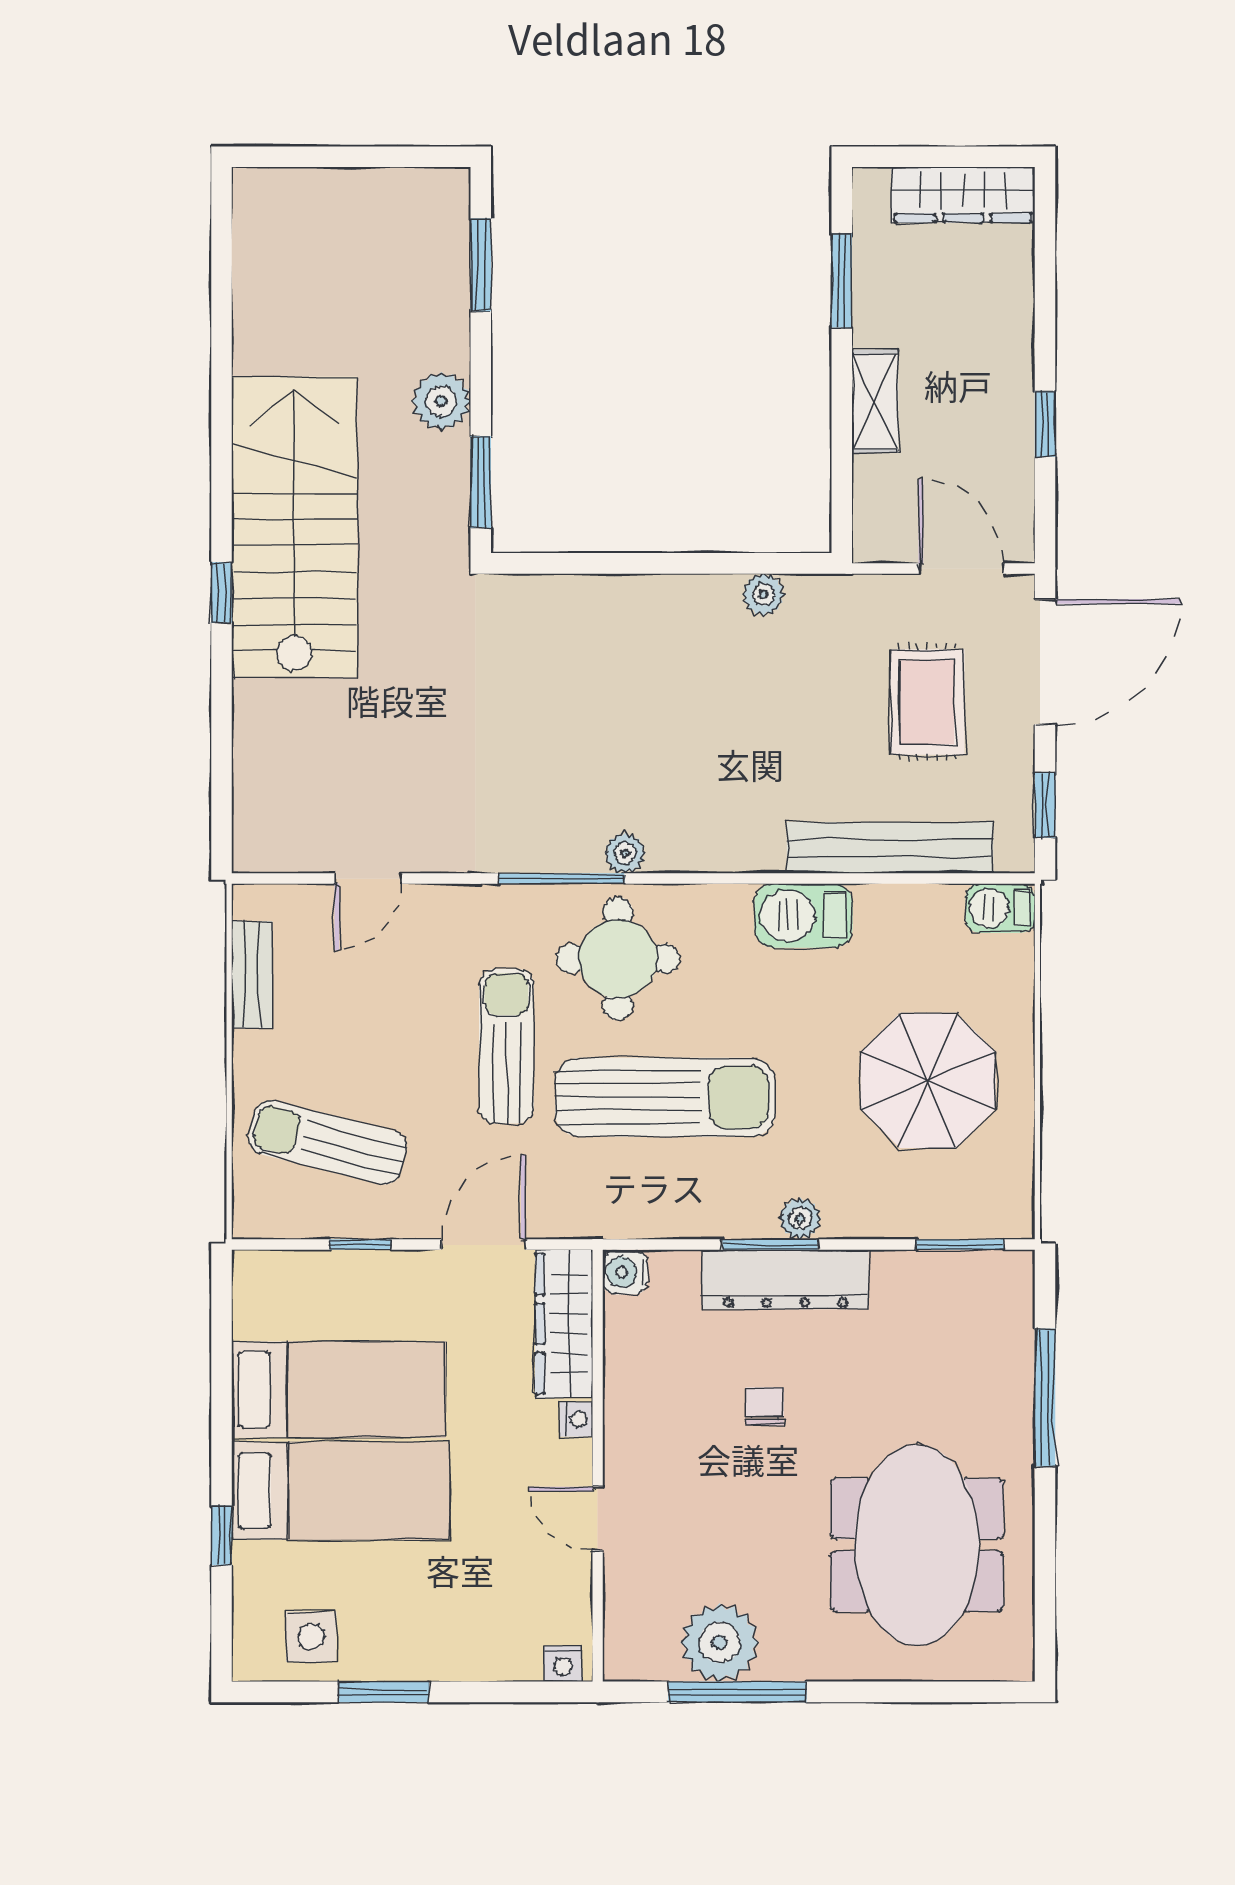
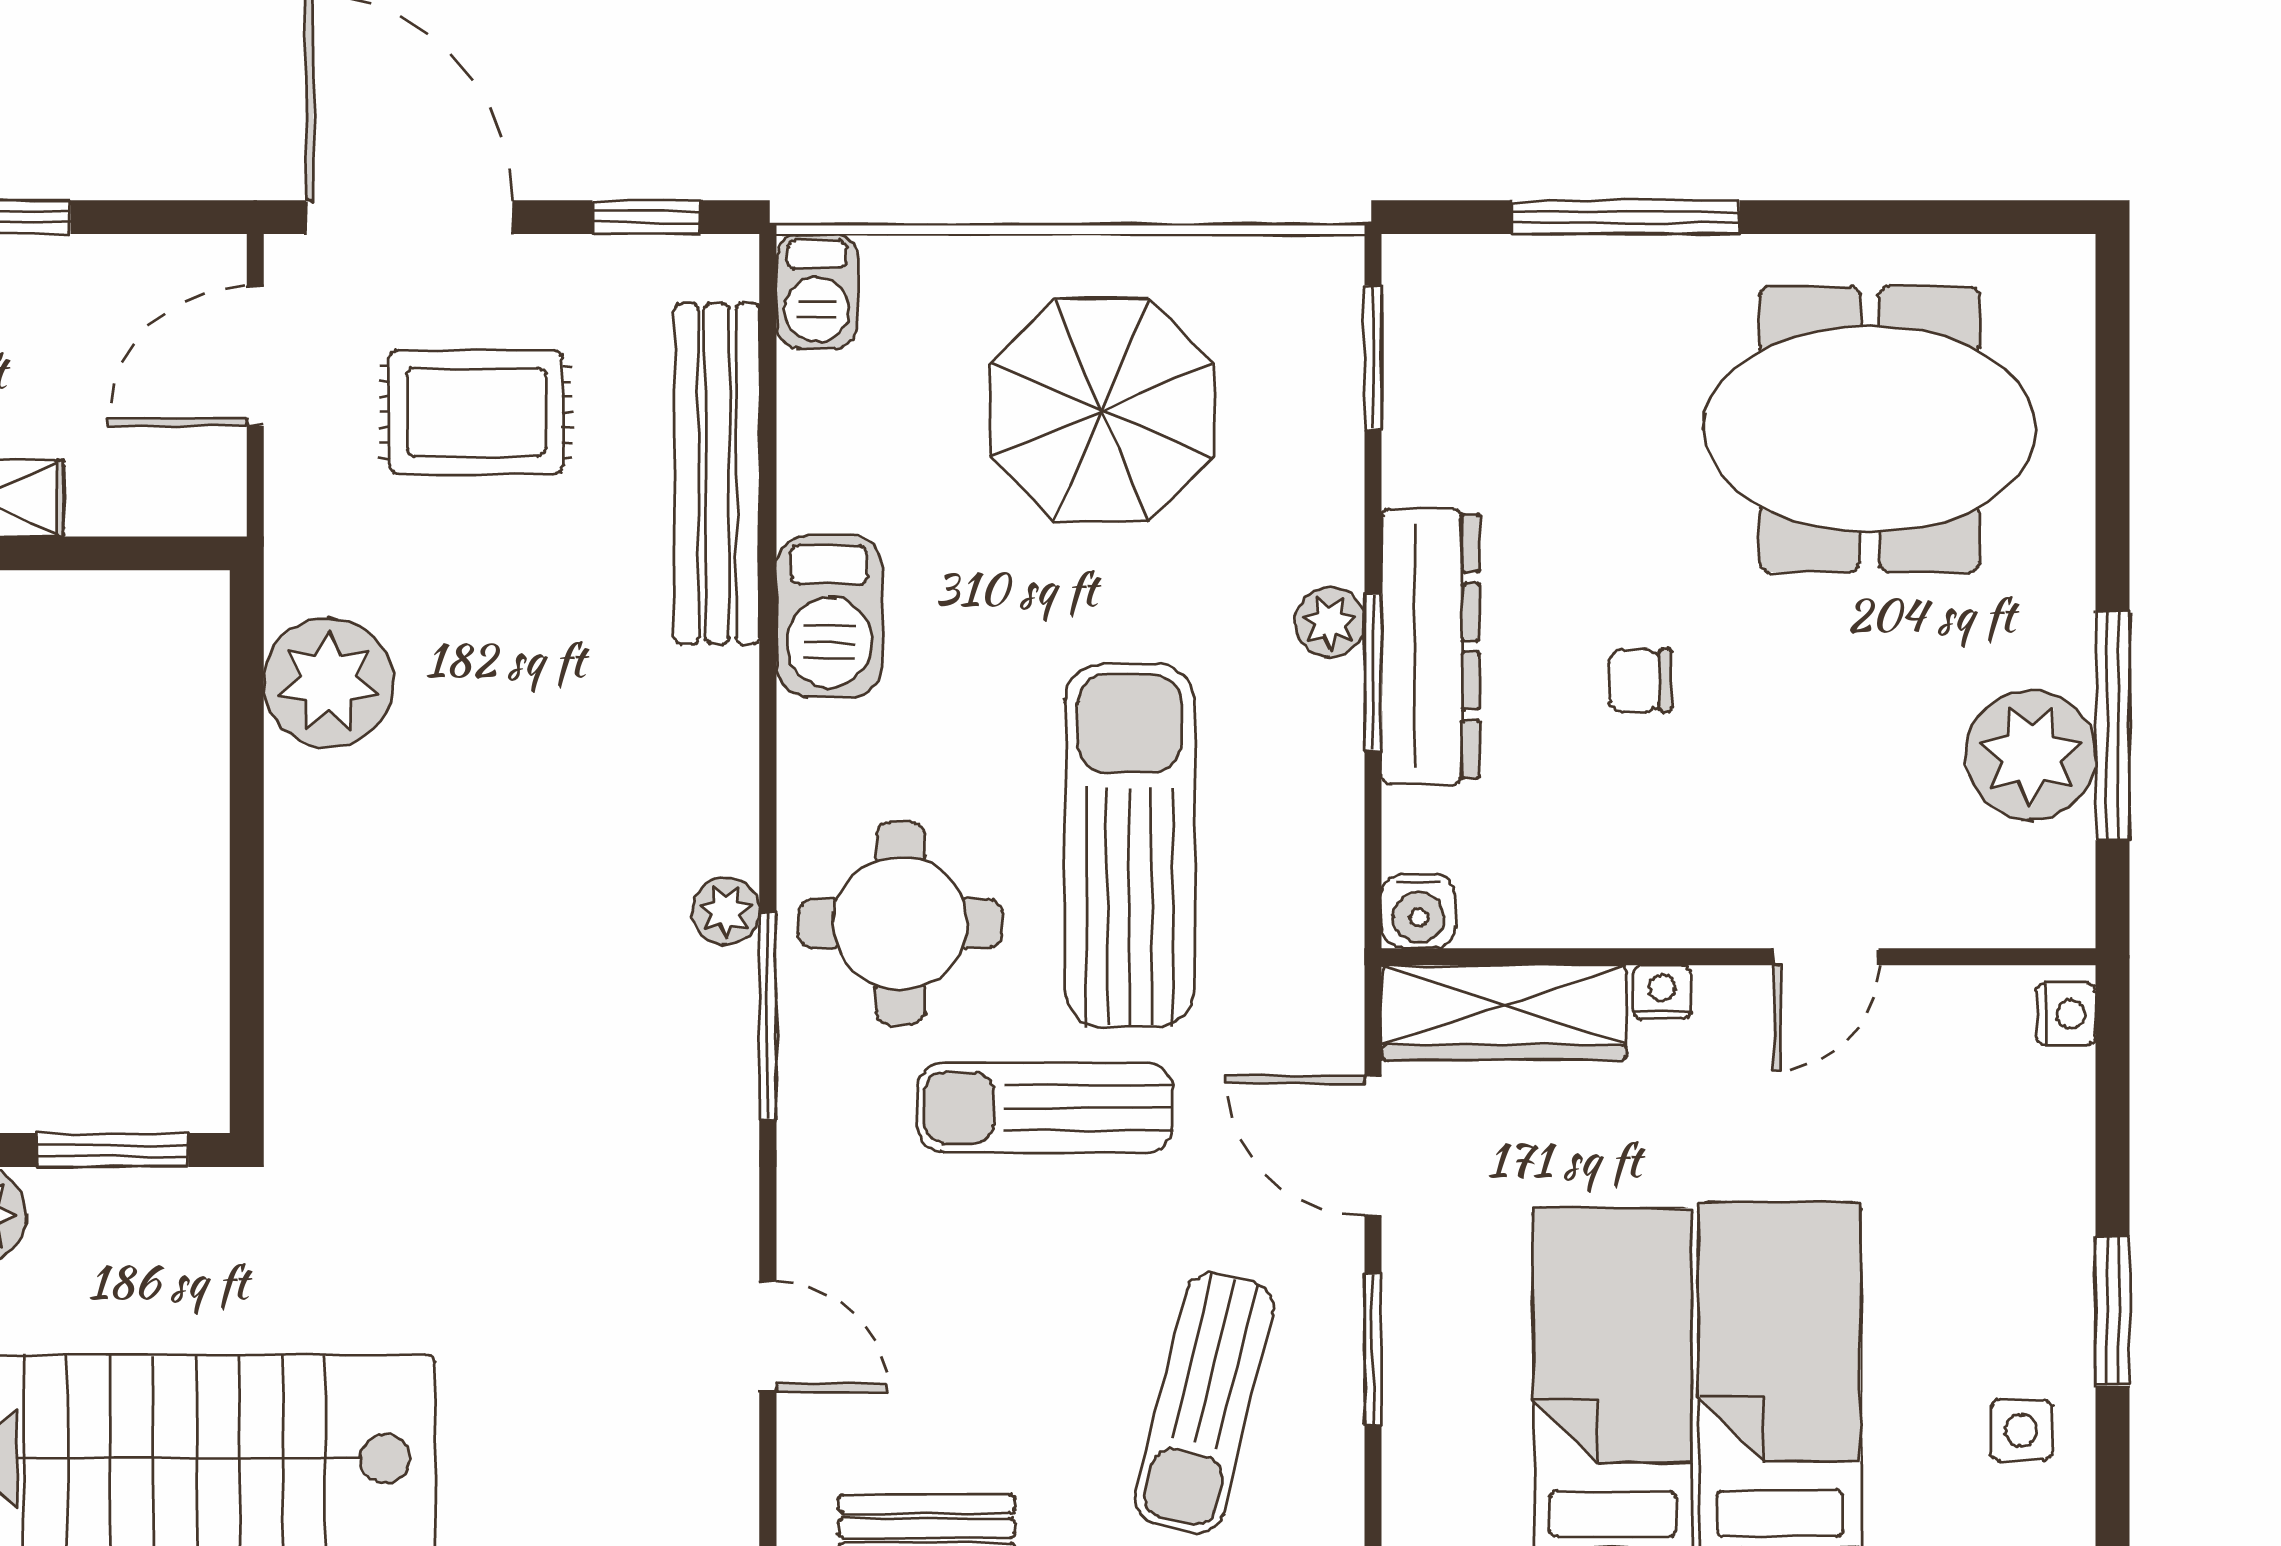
plant: (763, 594) -> (328, 683), width x1.88, depth x1.88
window: (360, 1245) -> (1373, 1350), width x1.50
side table: (311, 1637) -> (2021, 1430), width x0.73, depth x0.73

